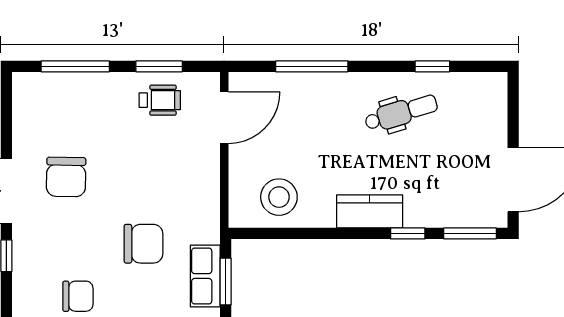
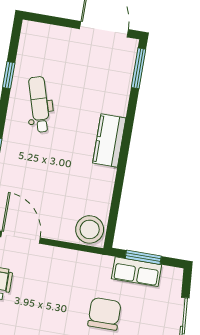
stool: (279, 197) -> (90, 229), moved
window: (408, 233) -> (131, 115), removed

